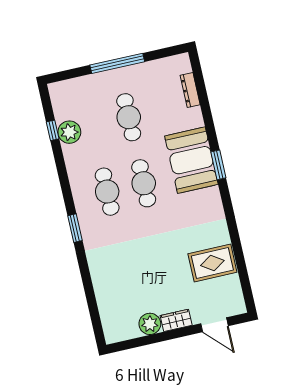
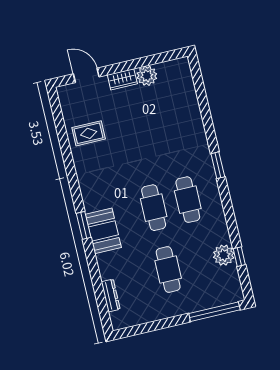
window: (117, 63) -> (214, 312), moved
booth: (191, 160) -> (103, 231), width x0.73, depth x0.70
rug: (212, 263) -> (89, 133), width x0.73, depth x0.70

